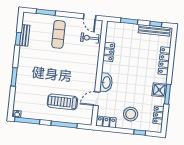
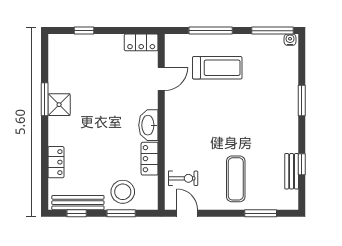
locker: (164, 61) -> (56, 162), width x0.66
washbasin: (106, 82) -> (148, 125), moved
stool: (131, 114) -> (123, 192), moved
locker: (158, 115) -> (56, 63), removed

